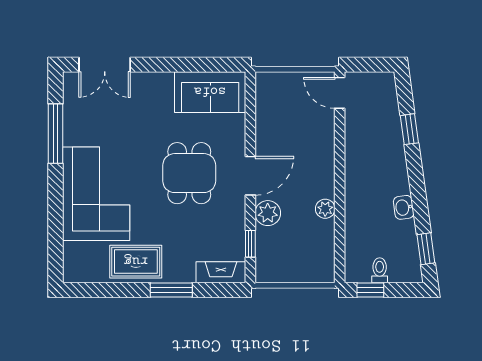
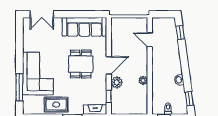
sofa: (210, 92) -> (84, 27), width x1.36
door: (340, 93) -> (150, 40), moved
window: (409, 129) -> (180, 33), moved
window: (56, 134) -> (19, 87), moved

